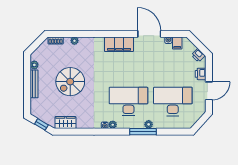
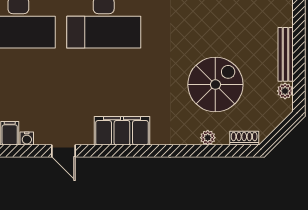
door: (149, 34) -> (64, 151), width x0.53
spiral stairs: (70, 82) -> (215, 85), moved

